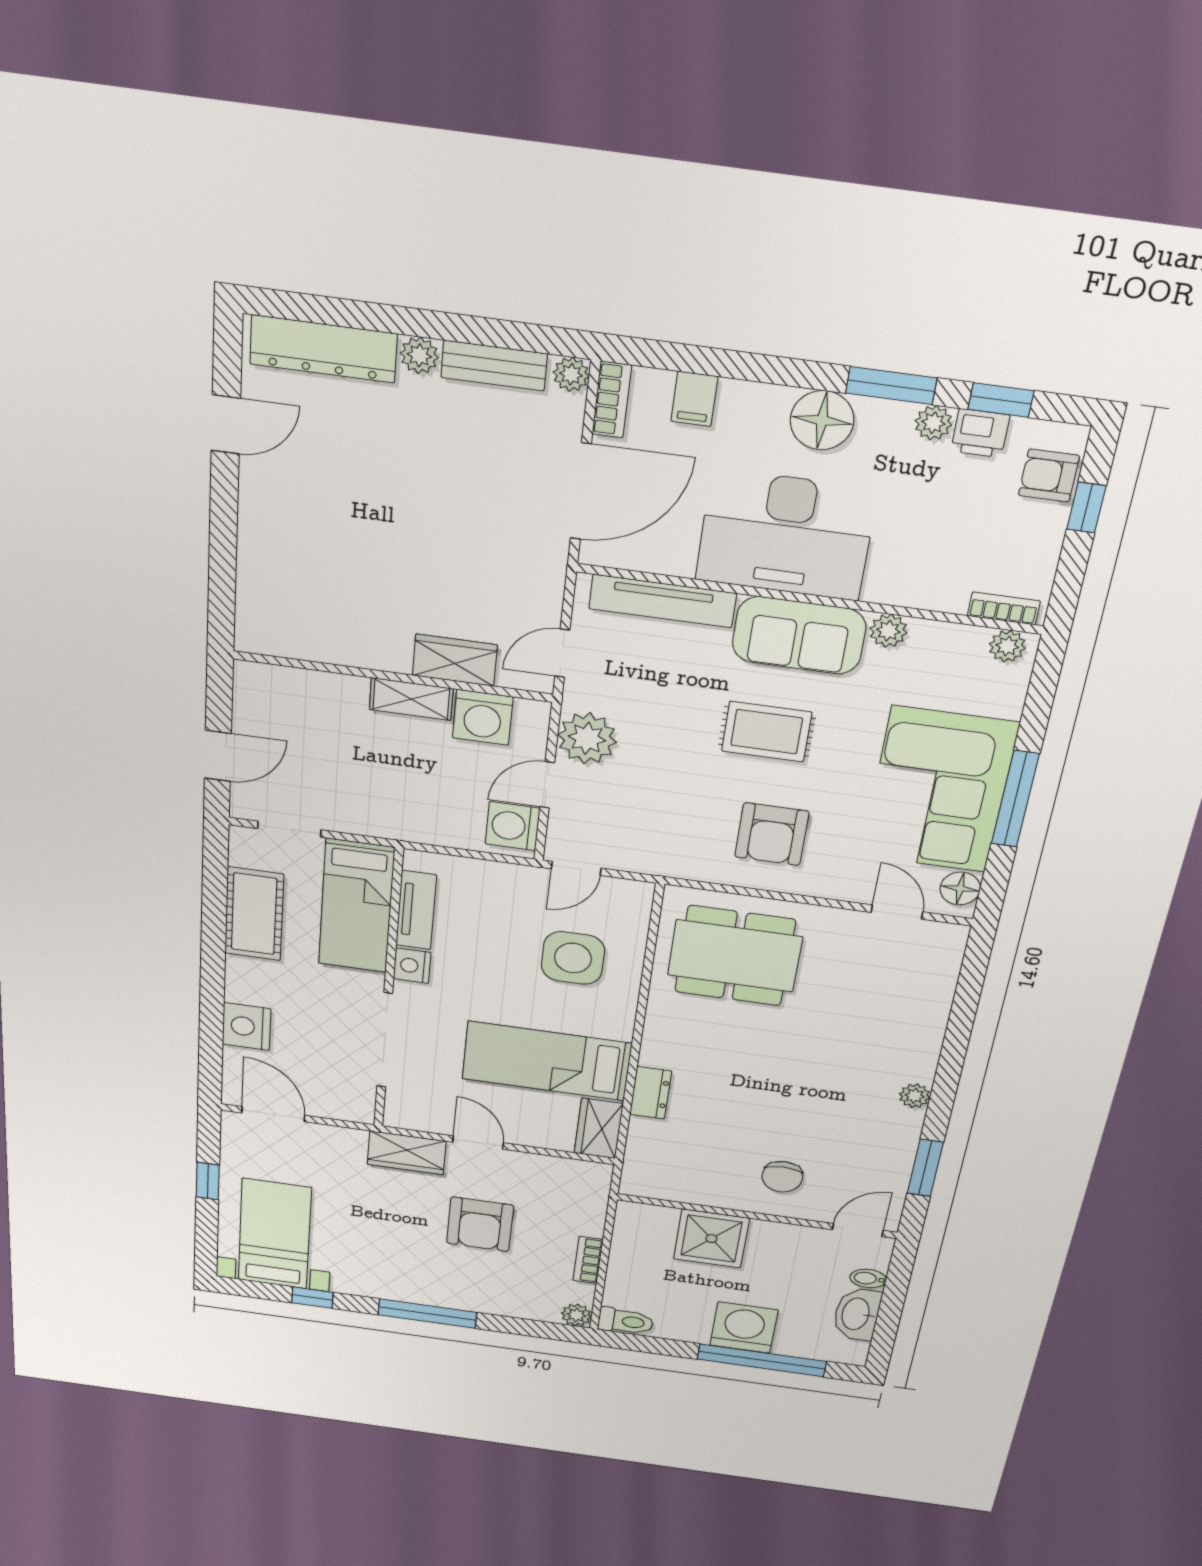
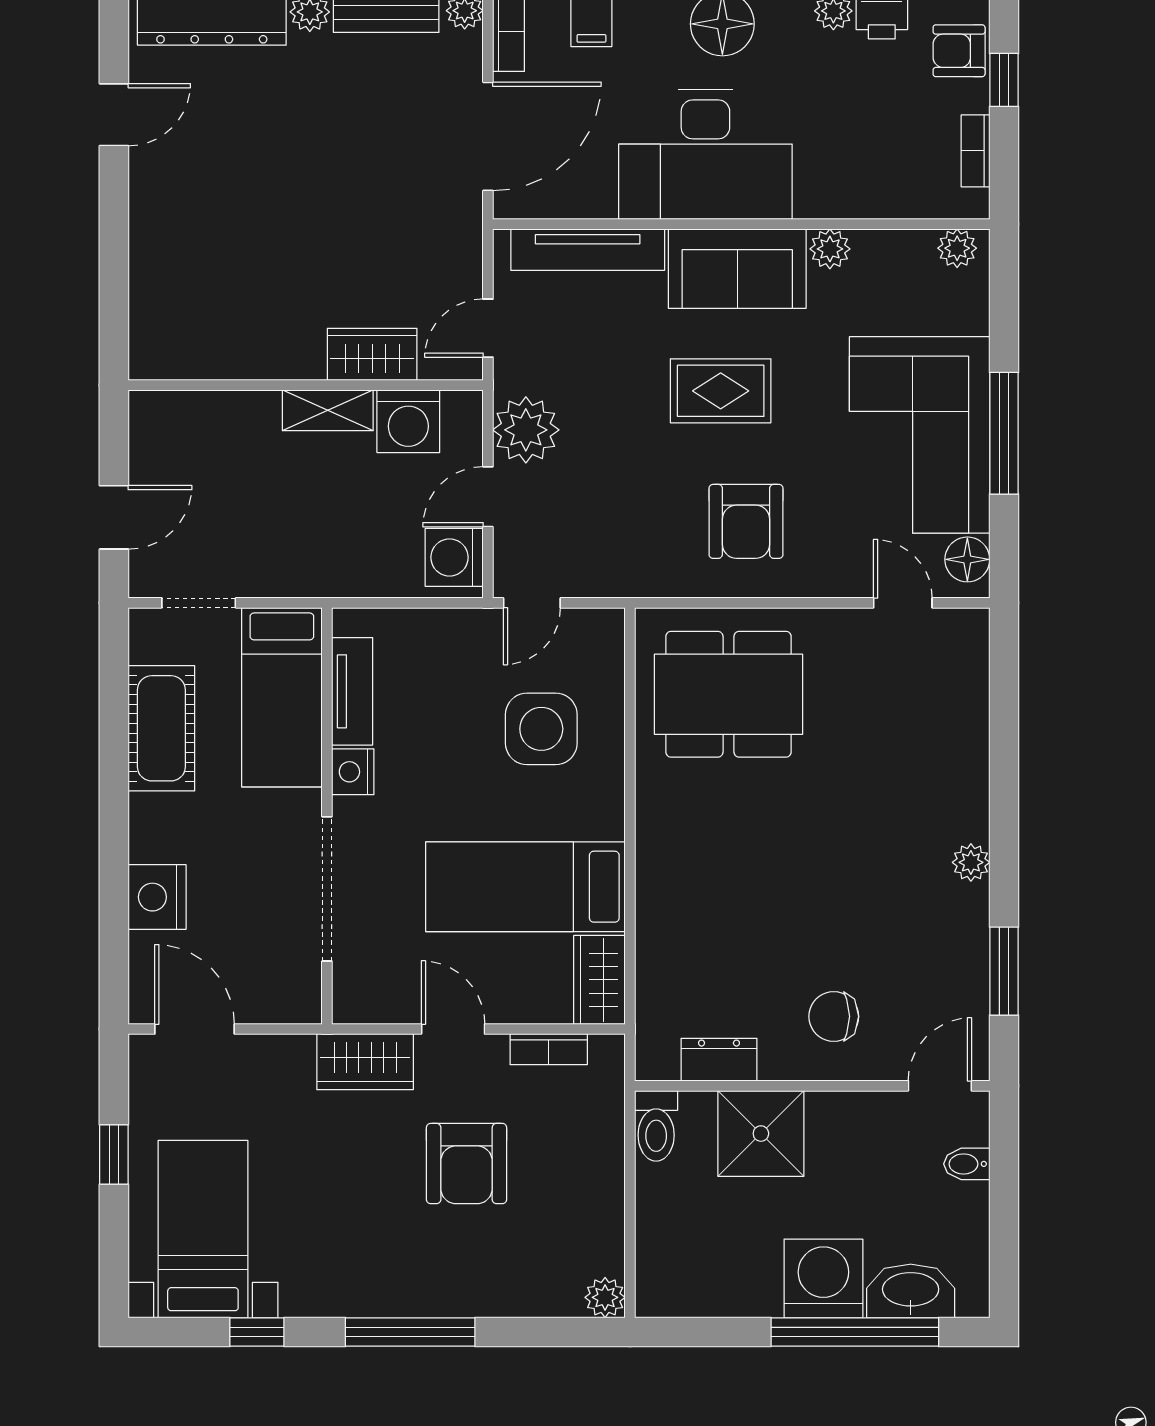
bookcase: (1004, 608) -> (975, 151), moved, turned -90
dresser: (651, 1093) -> (719, 1060), moved, turned -90
chair: (782, 1177) -> (834, 1016), turned 90
bookcase: (588, 1260) -> (549, 1049), moved, turned -90
washbasin: (857, 1314) -> (911, 1291), moved, turned 90
toilet: (626, 1321) -> (656, 1126), moved, turned 90

